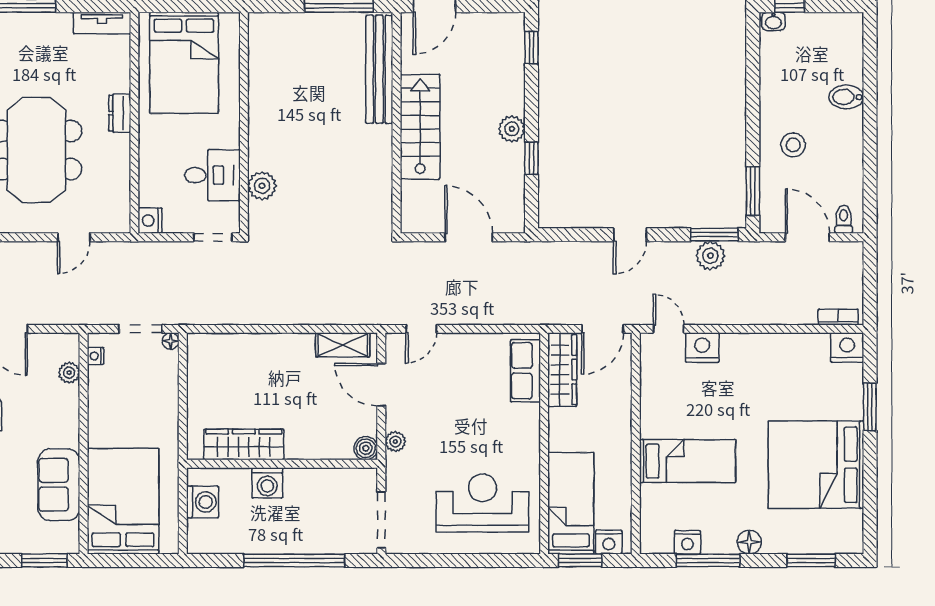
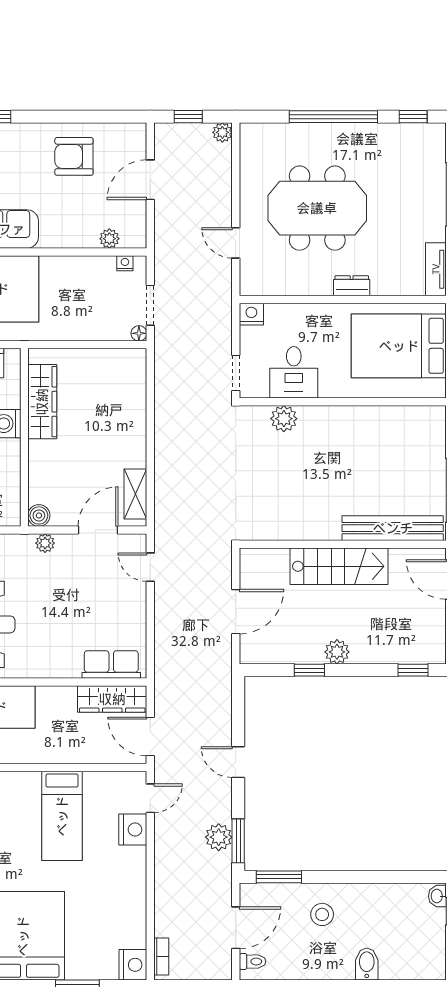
bed: (688, 461) -> (62, 816), moved

